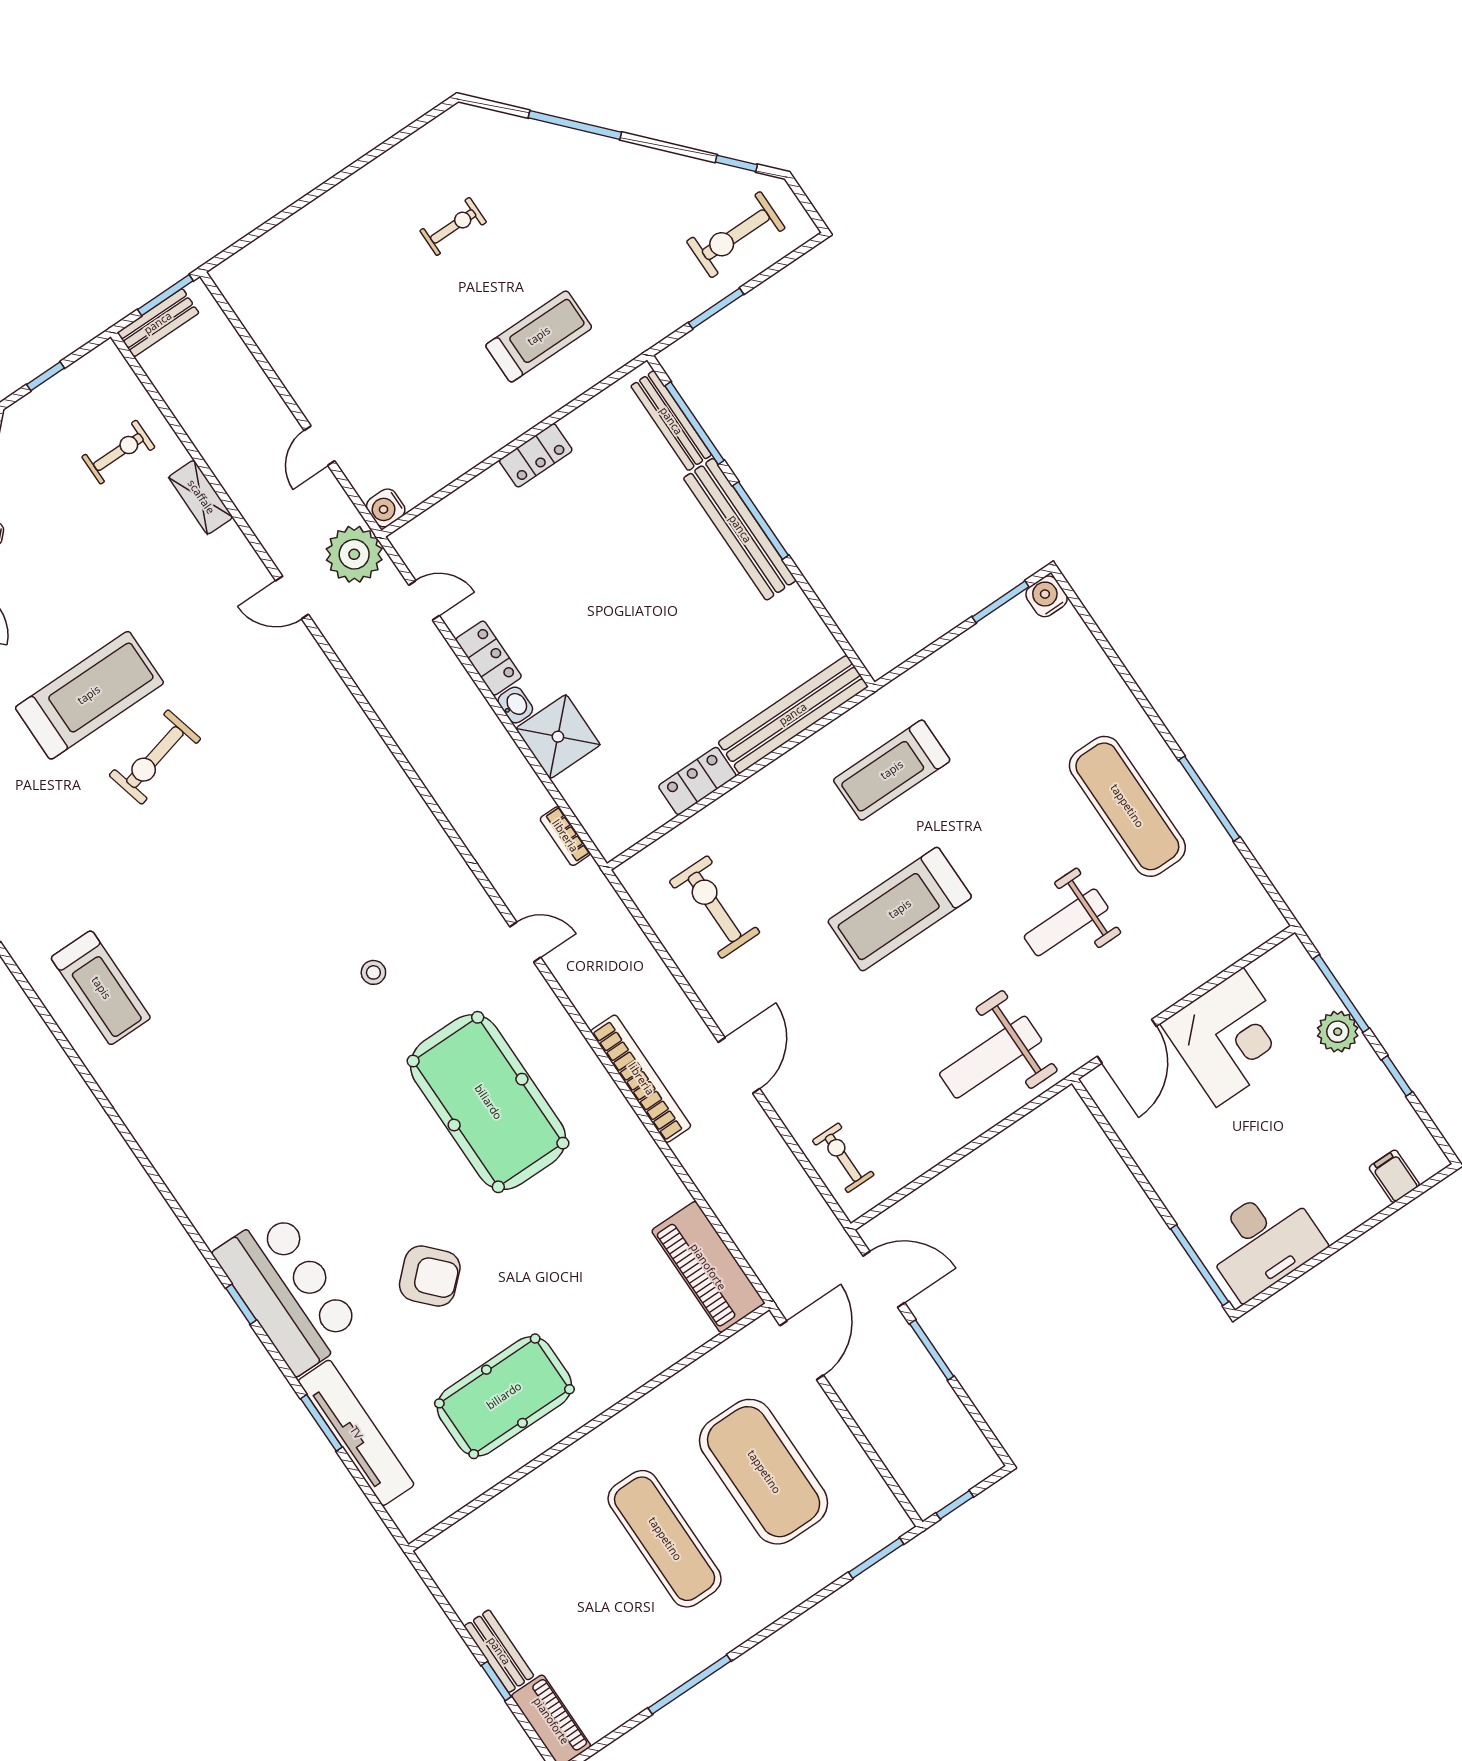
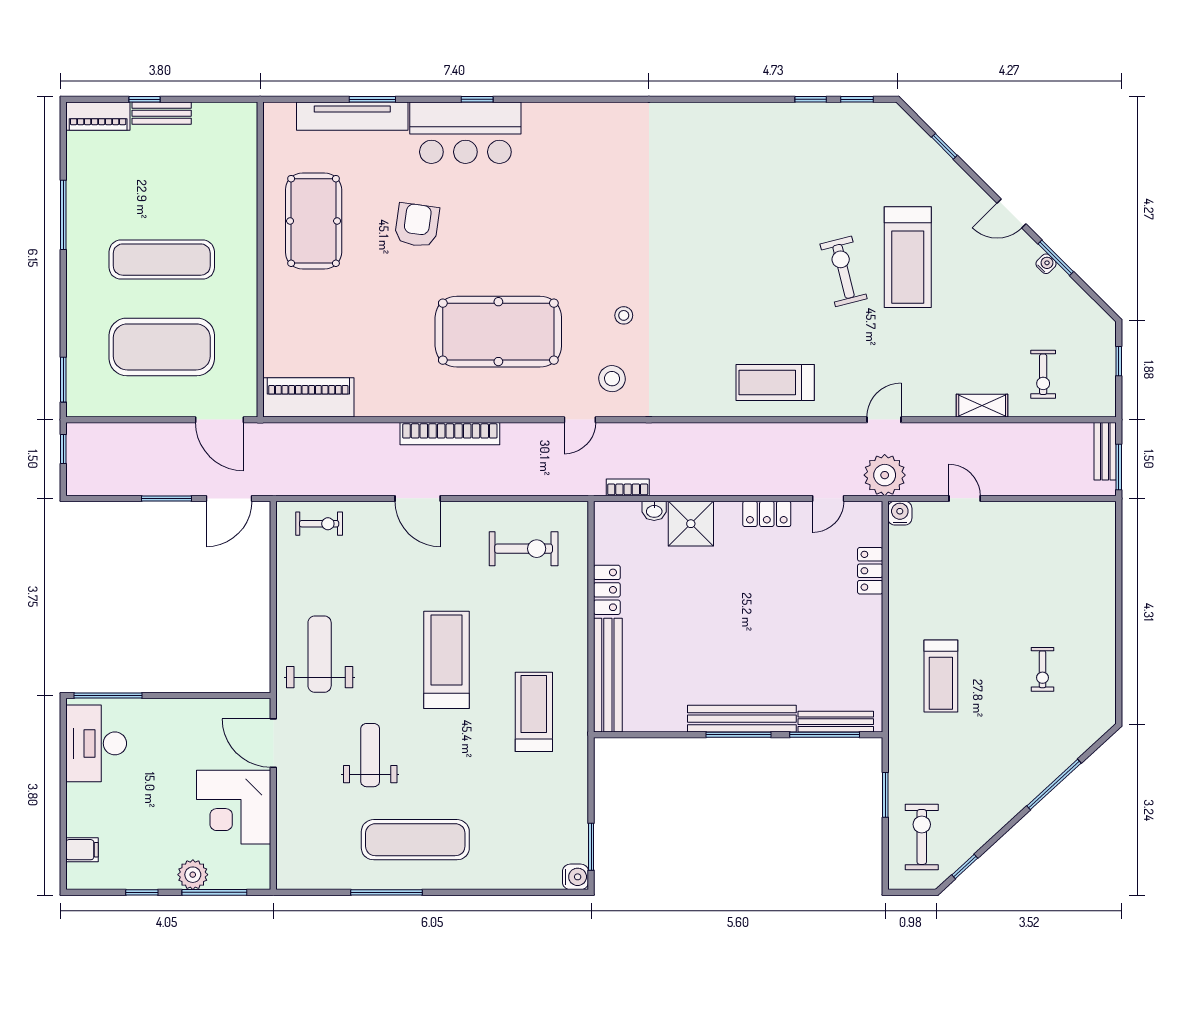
locker: (536, 455) -> (870, 571), moved
washbasin: (515, 705) -> (654, 511), moved
stool: (454, 937) -> (612, 379), added
treadmill: (101, 988) -> (775, 382), moved
armchair: (430, 1276) -> (417, 225), turned 141

